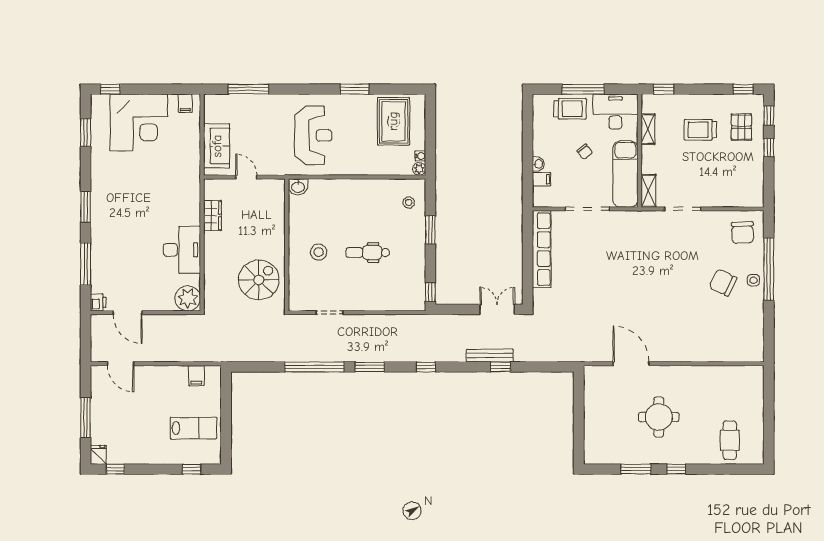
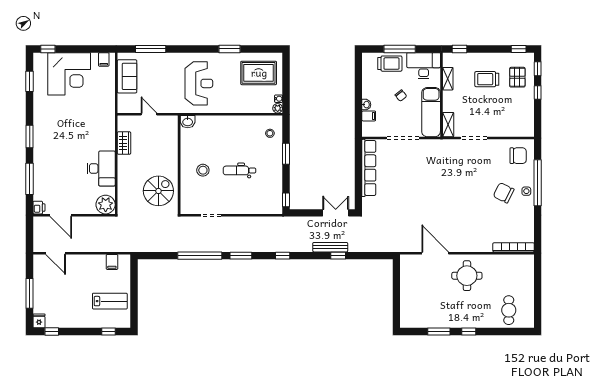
rug: (393, 121) -> (259, 73), turned 90
sofa: (217, 146) -> (127, 76), moved
chair: (743, 233) -> (518, 156), turned -88
bookcase: (736, 356) -> (514, 247), added
round table: (659, 417) -> (467, 276), moved

